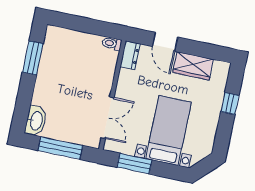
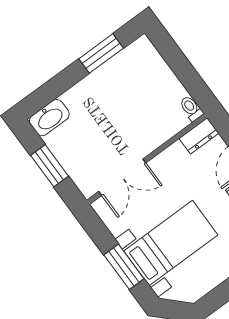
window: (60, 148) -> (49, 166), width x0.69
window: (134, 164) -> (124, 267), moved

